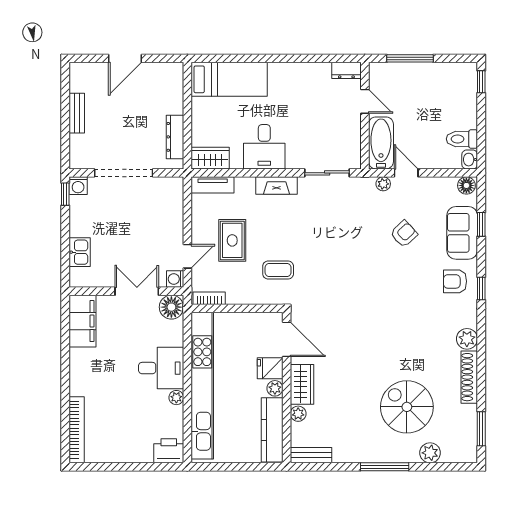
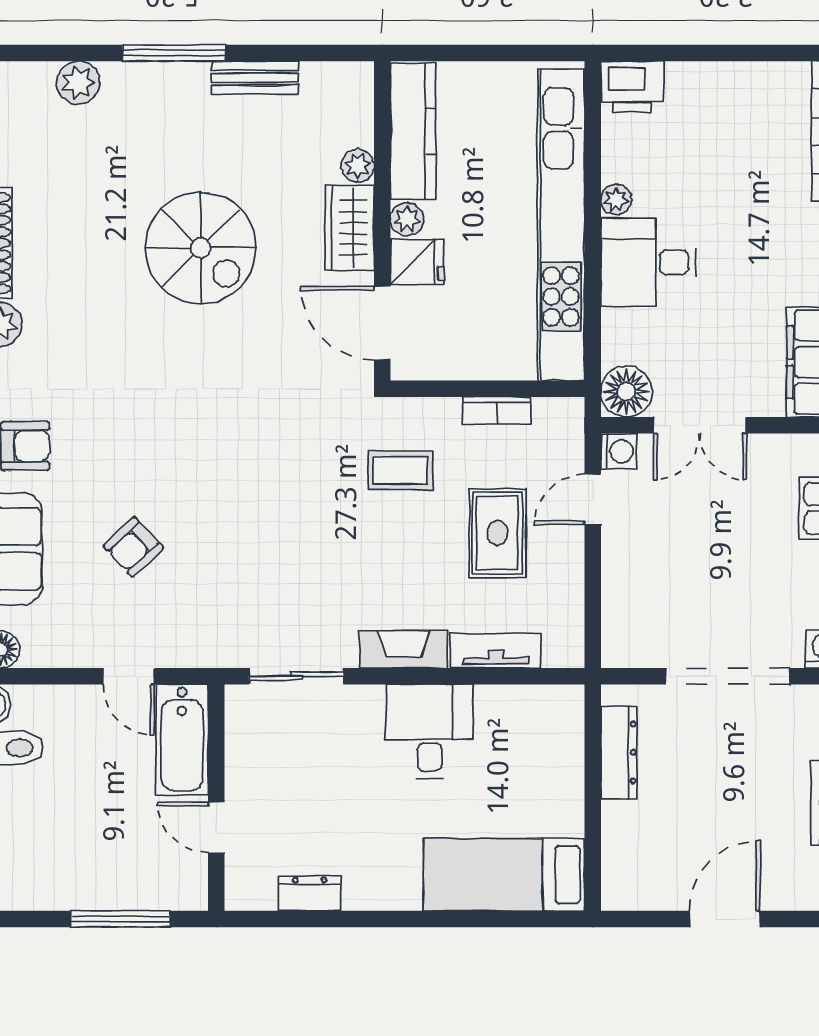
dresser: (346, 70) -> (310, 893), moved
wardrobe: (210, 158) -> (544, 708), removed
plant: (383, 184) -> (177, 653), removed
tv unit: (213, 185) -> (496, 651), moved
bookcase: (209, 298) -> (497, 411), moved
spiral stairs: (407, 407) -> (201, 248), moved
bench: (311, 455) -> (255, 78), moved

